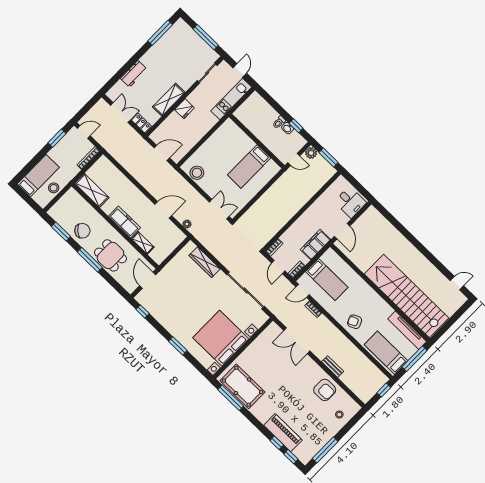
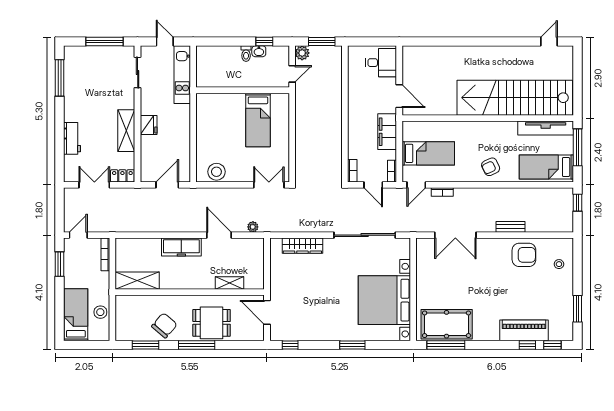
door: (163, 210) -> (219, 235), hinge flipped
freezer: (125, 222) -> (181, 247), moved, turned 180
window: (325, 450) -> (577, 309), width x0.69

